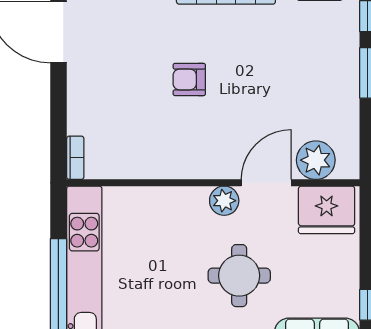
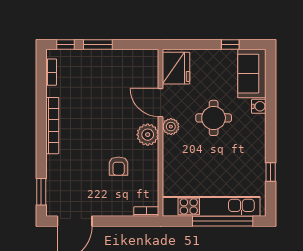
armchair: (189, 79) -> (119, 166), moved
plant: (316, 160) -> (148, 135), moved

